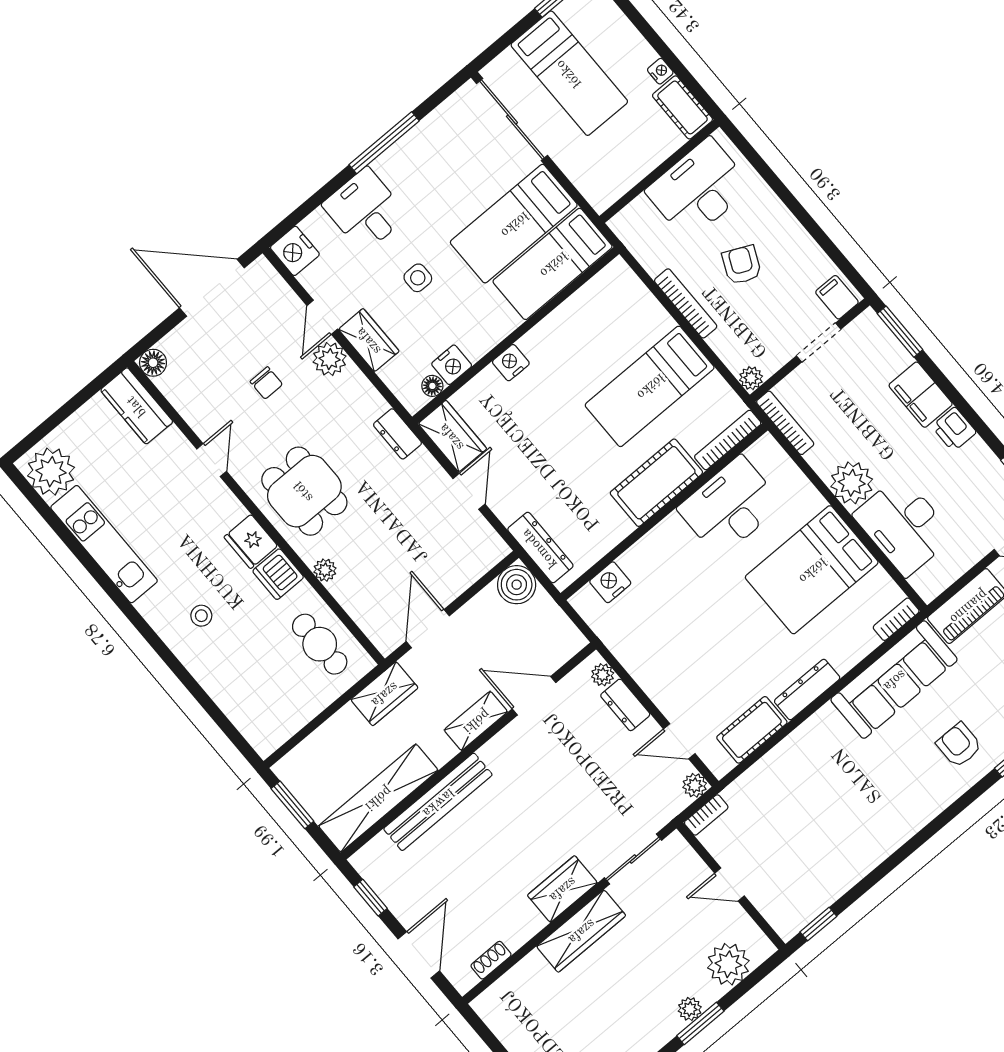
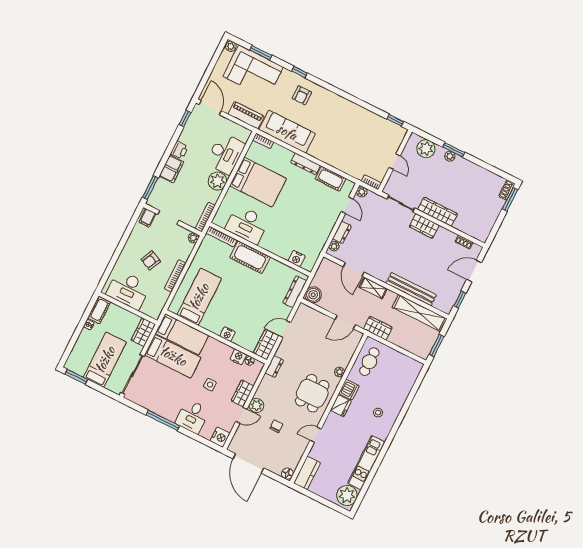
wardrobe: (593, 182) -> (143, 332), added
bed: (650, 386) -> (199, 297), moved, turned -90

